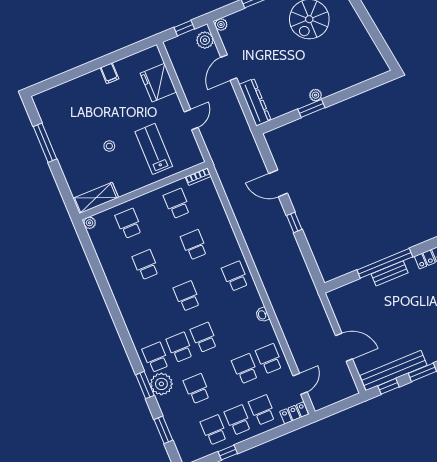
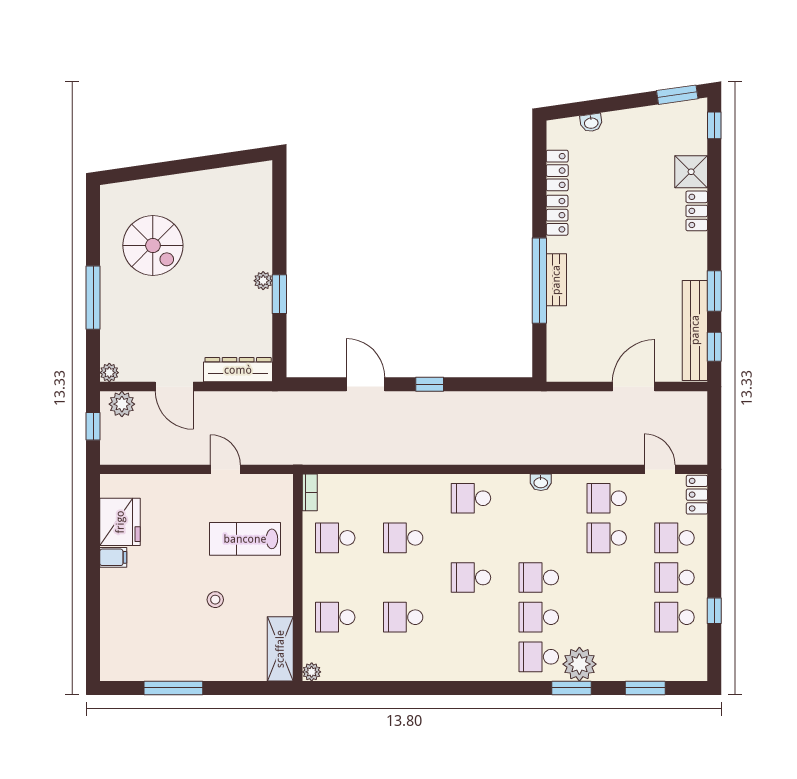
fridge: (158, 83) -> (120, 522), moved, turned -90
door: (278, 183) -> (366, 384), swing flipped
school desk: (197, 389) -> (607, 617), removed

